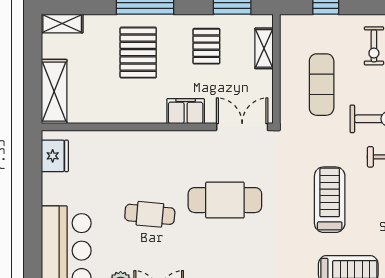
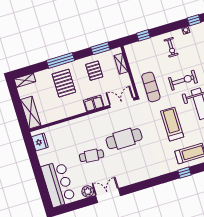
exercise mat: (322, 85) -> (151, 87), moved

